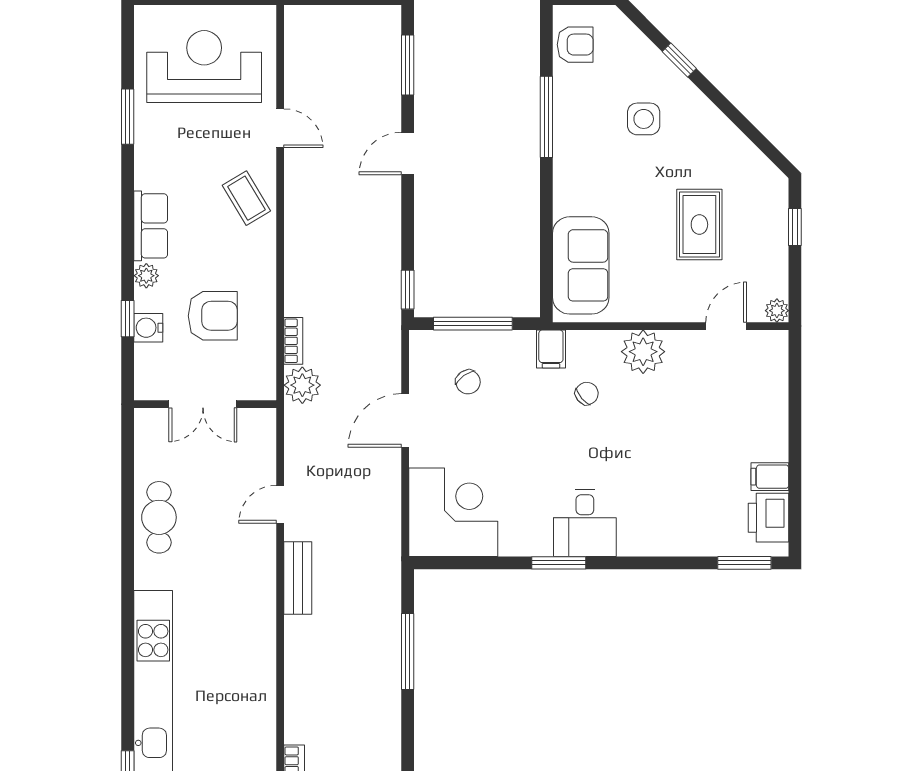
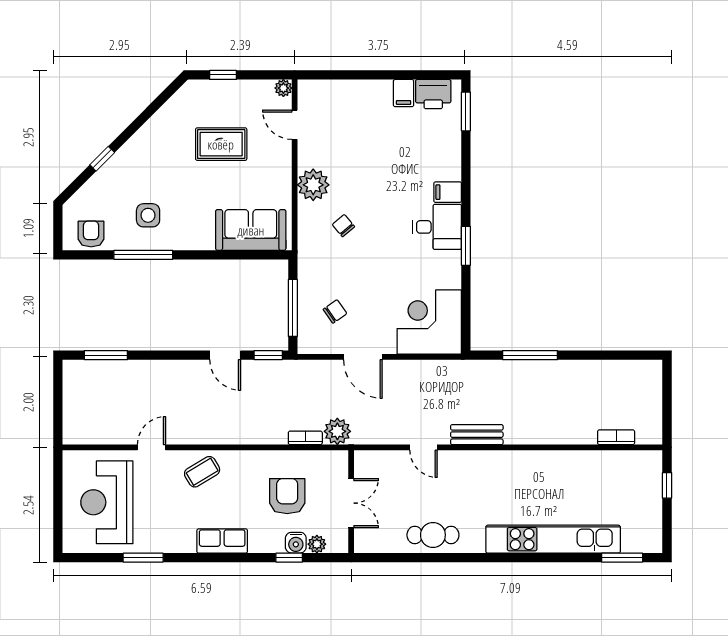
side table: (644, 119) -> (148, 215), moved
door: (408, 153) -> (225, 355), moved
plant: (146, 276) -> (317, 544), moved
filing cabinet: (551, 349) -> (448, 192), moved, turned 180

